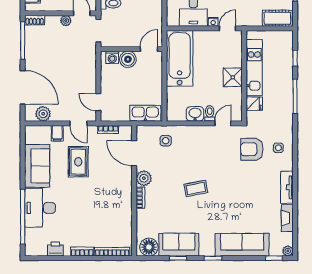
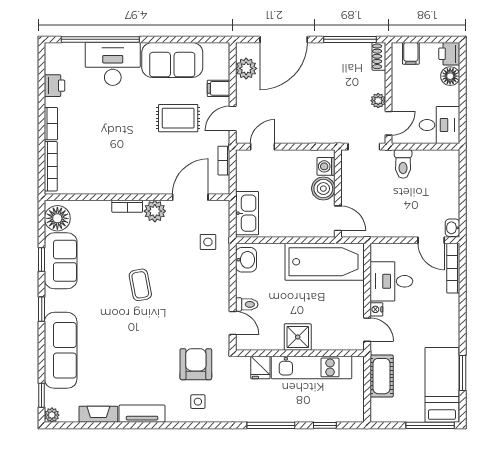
cot: (277, 18) -> (382, 376), moved
washbasin: (195, 114) -> (246, 260), moved

